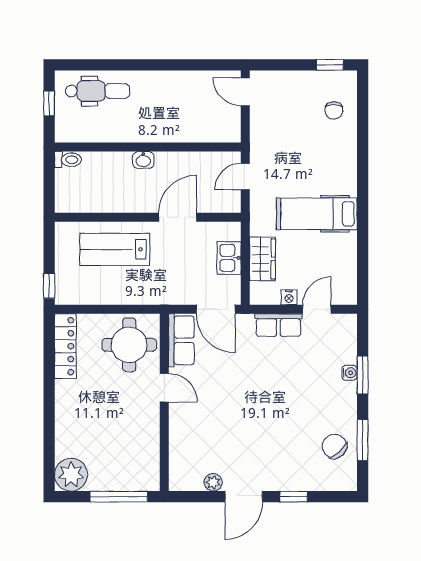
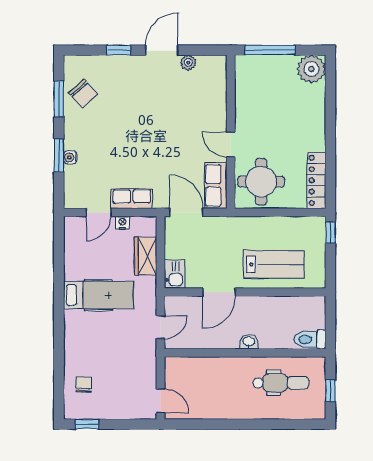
dental chair: (97, 91) -> (281, 383), moved, turned 180
toilet: (68, 160) -> (310, 339), width x1.37, depth x1.39
kitchen sink: (229, 258) -> (175, 274), moved

